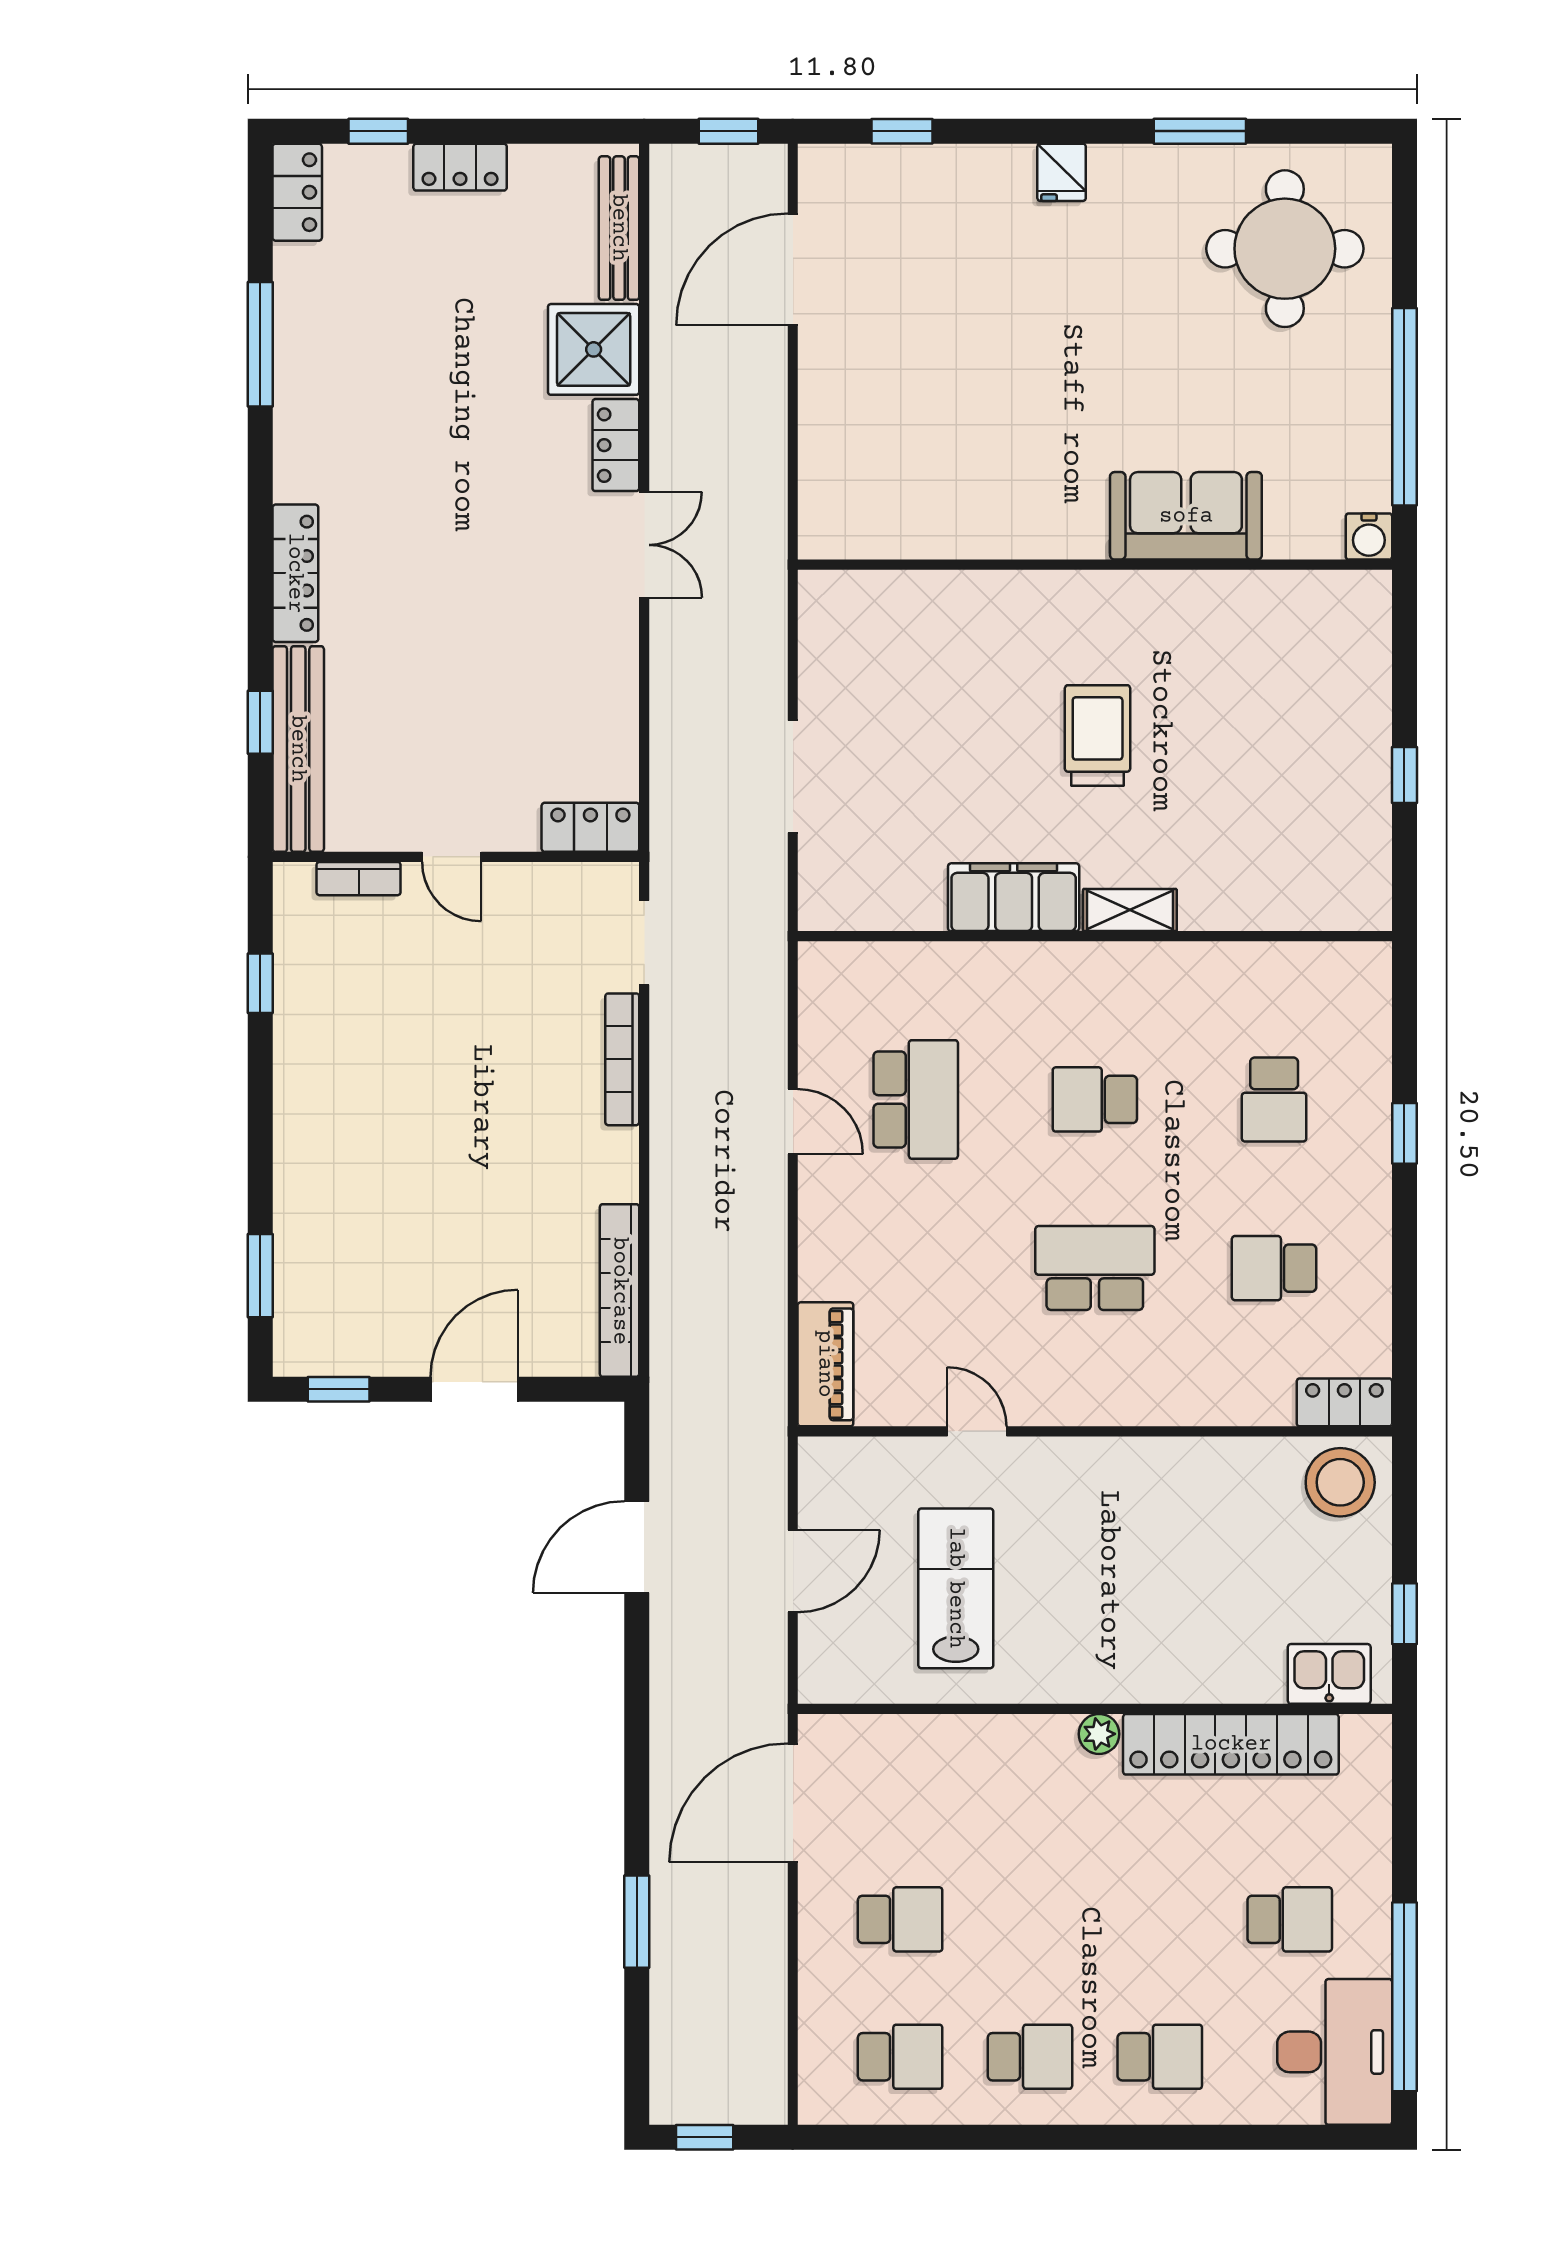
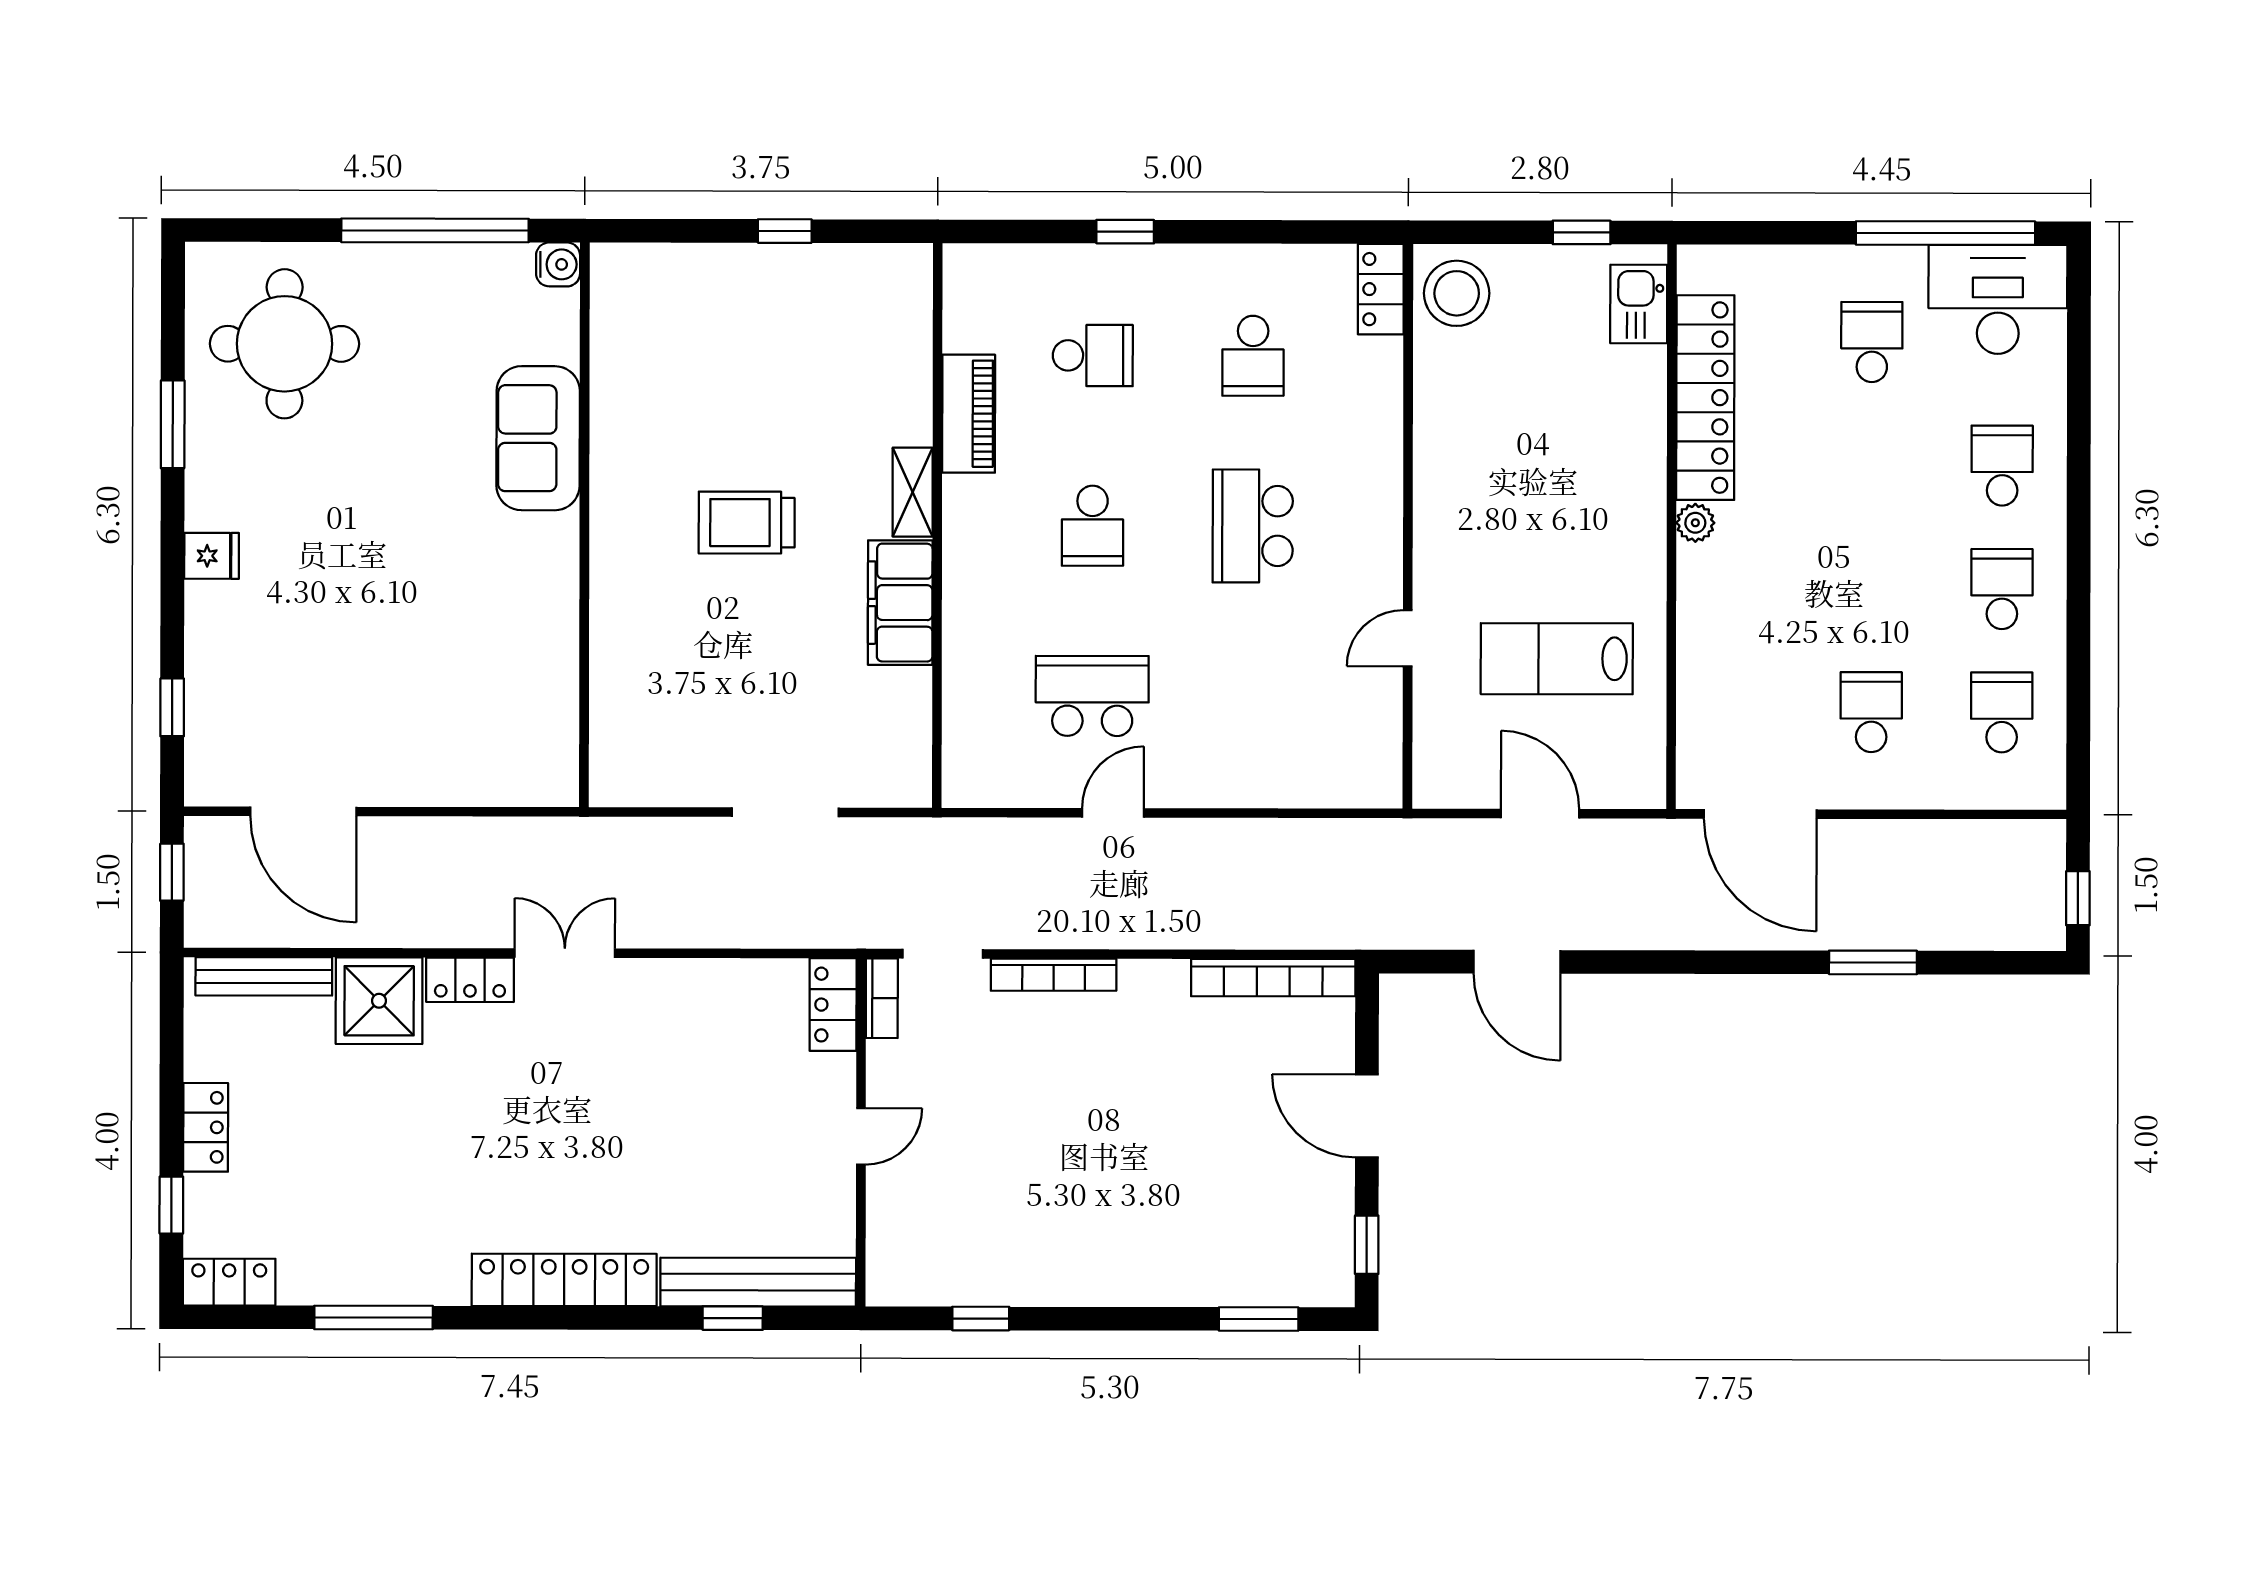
locker: (295, 573) -> (564, 1280), width x1.41, depth x1.21
bookcase: (359, 879) -> (882, 998), moved
piano: (825, 1364) -> (969, 414), moved, turned 90

